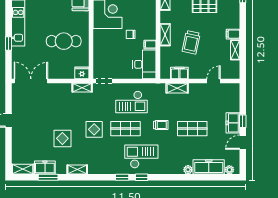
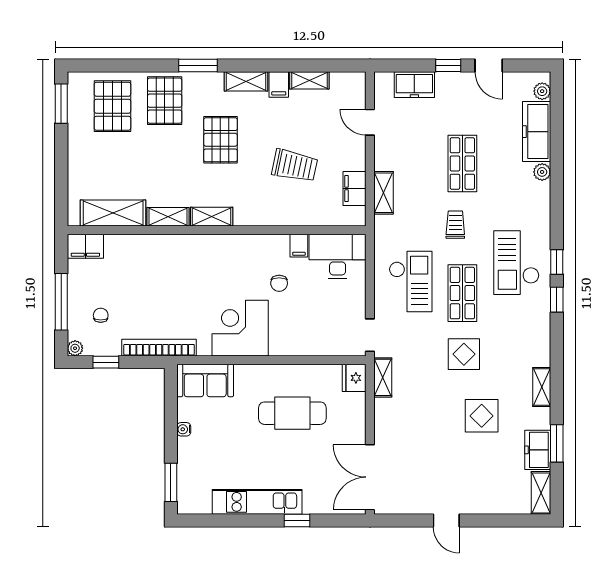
shelving: (165, 35) -> (246, 81), moved
cafe table: (64, 41) -> (292, 413), turned 90
freezer: (233, 123) -> (414, 85), moved

